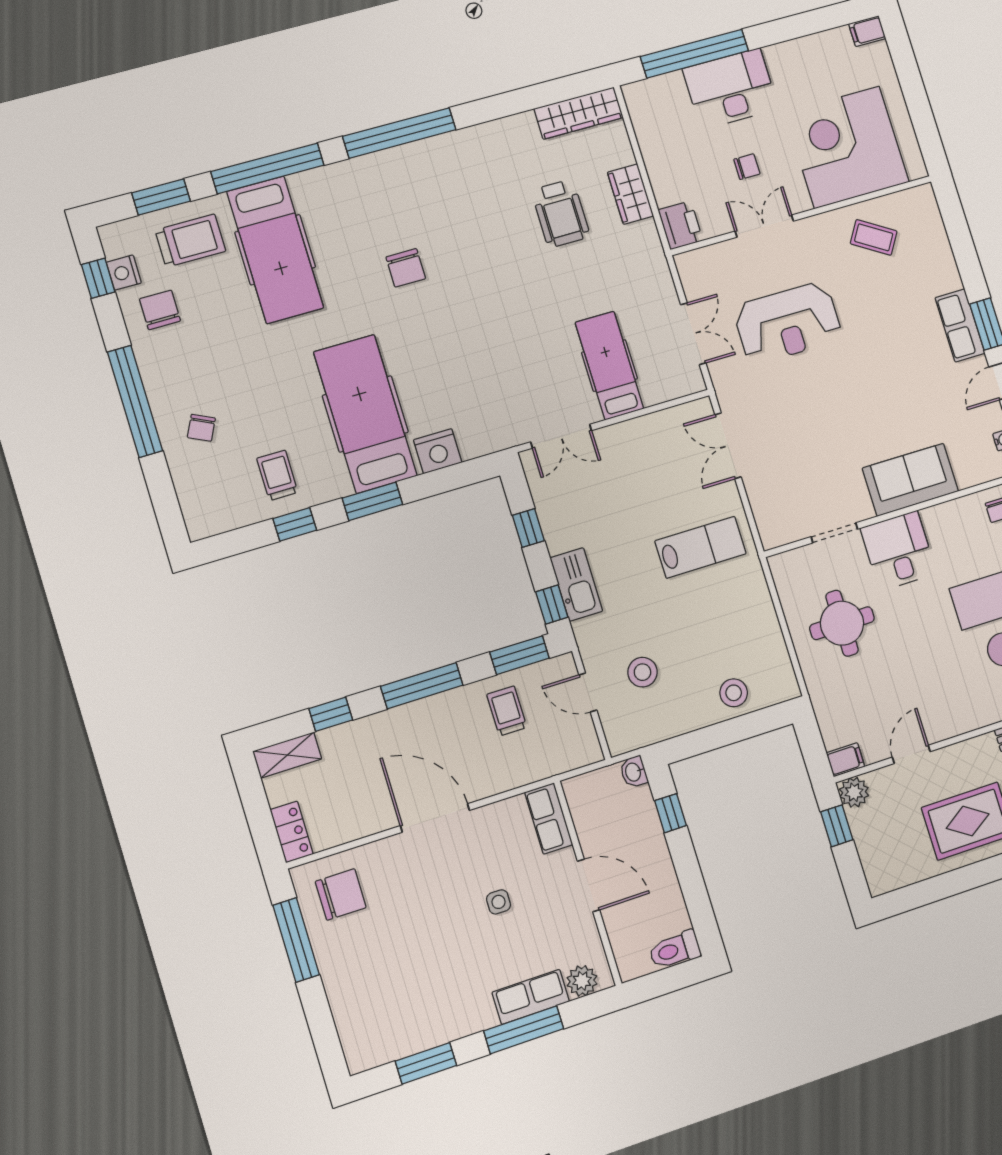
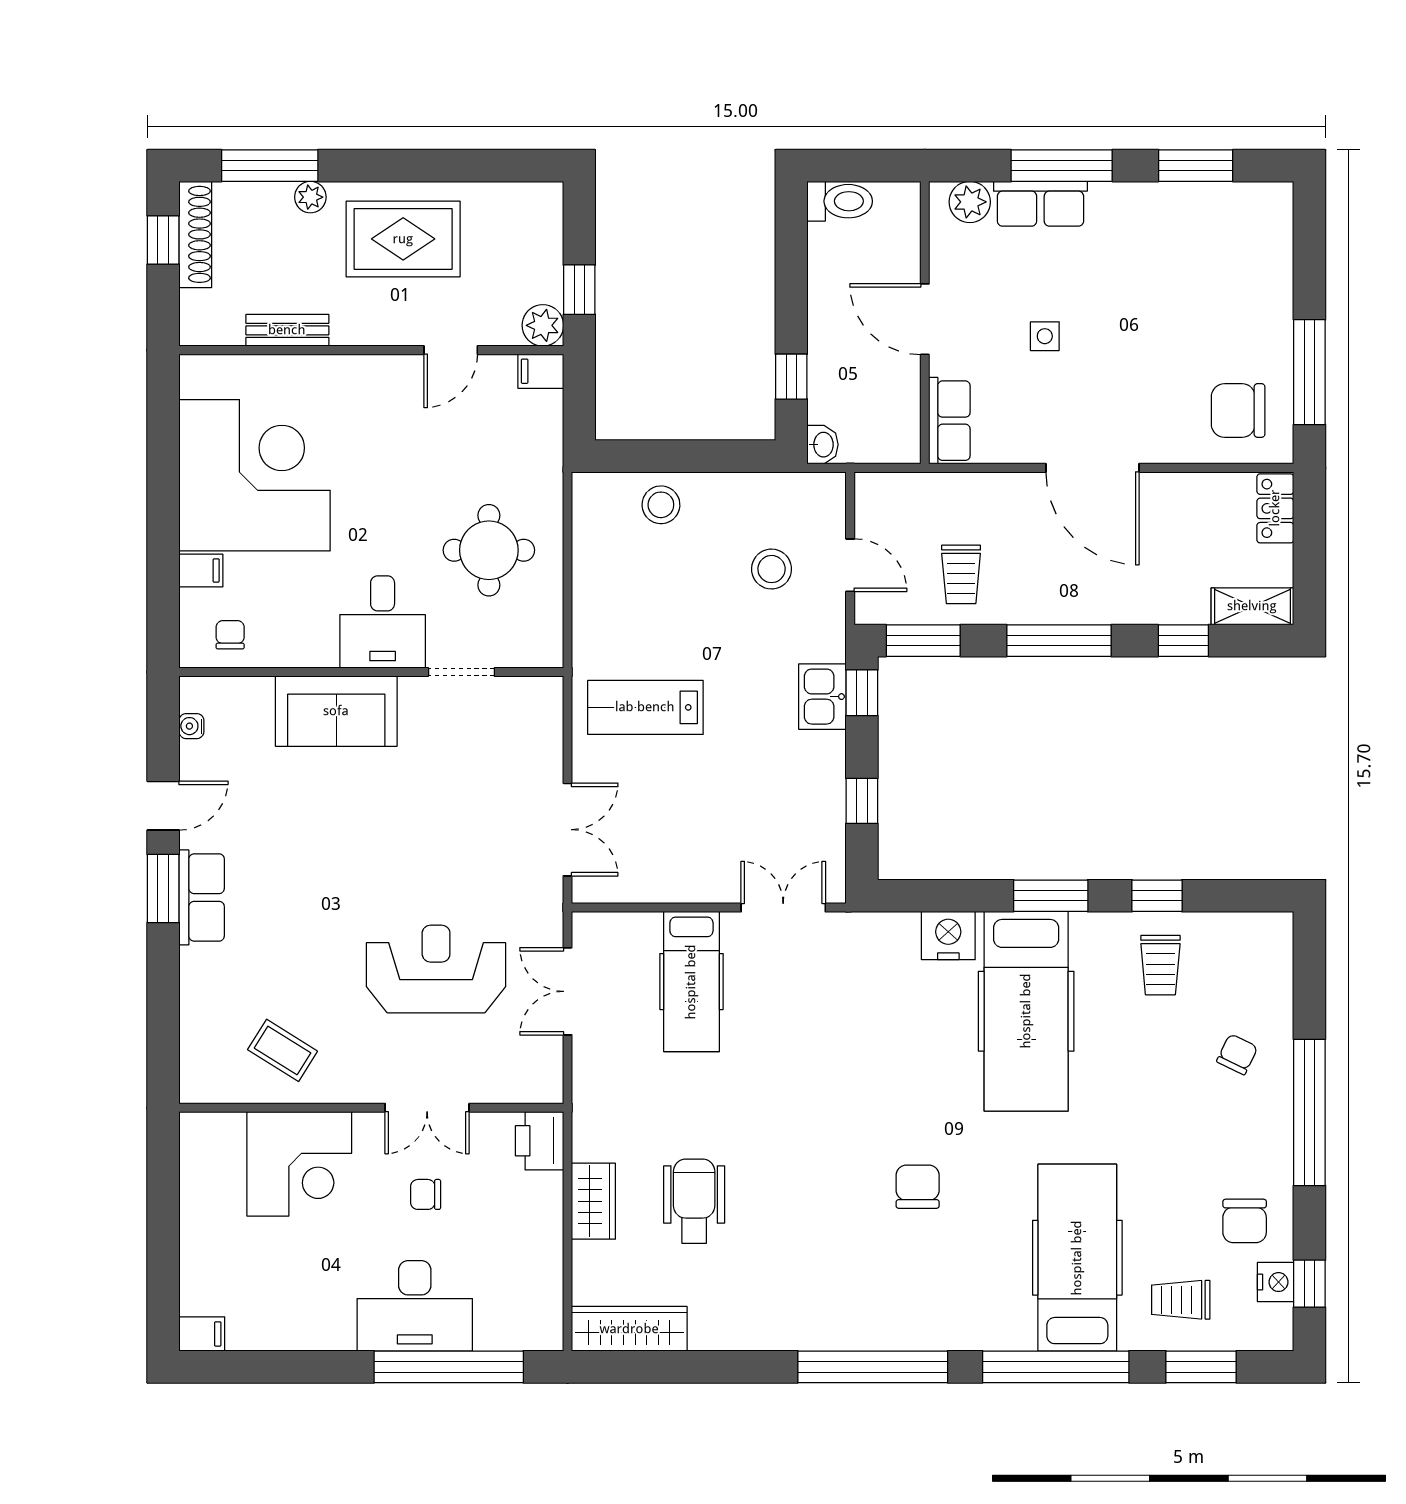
corner desk: (847, 147) -> (299, 1164), width x0.74, depth x0.74
trolley: (190, 241) -> (1181, 1300), width x0.73, depth x0.72
kitchen sink: (576, 585) -> (822, 697), width x0.73

